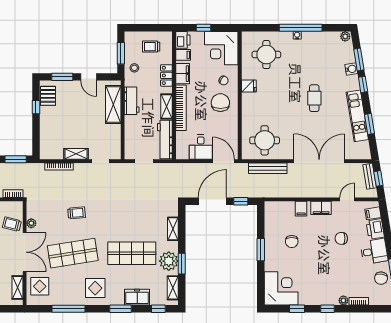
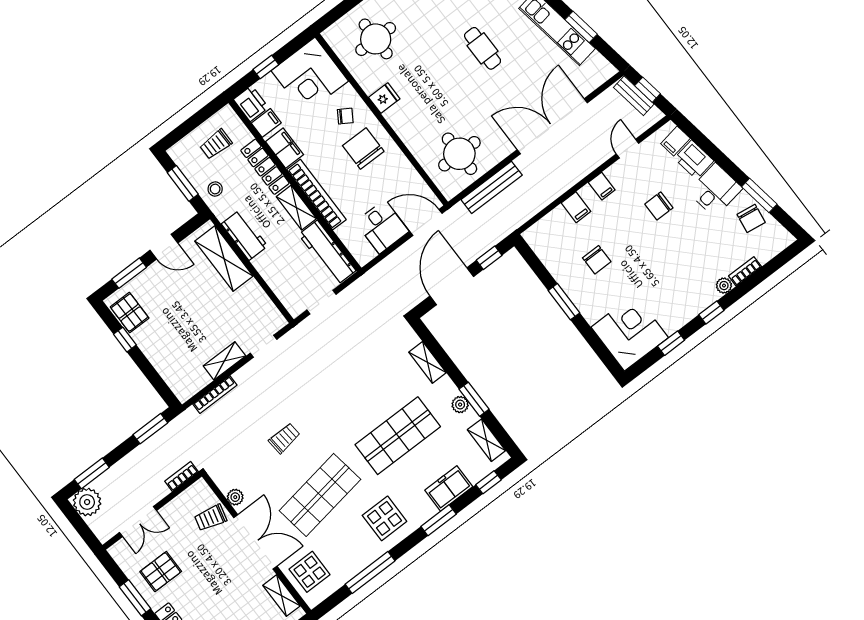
locker: (166, 75) -> (265, 167), width x1.53
filing cabinet: (321, 208) -> (602, 186), width x0.50
plant: (169, 261) -> (460, 405), width x0.53, depth x0.53

